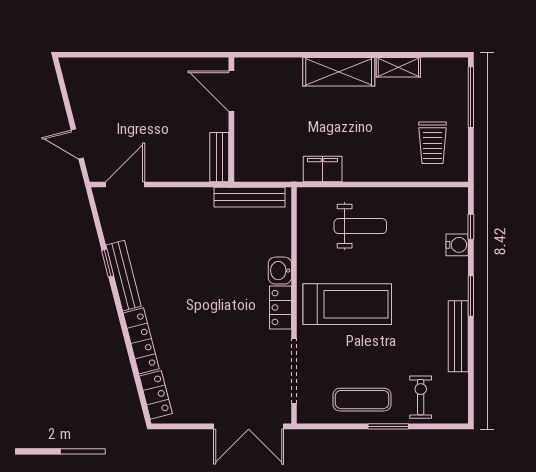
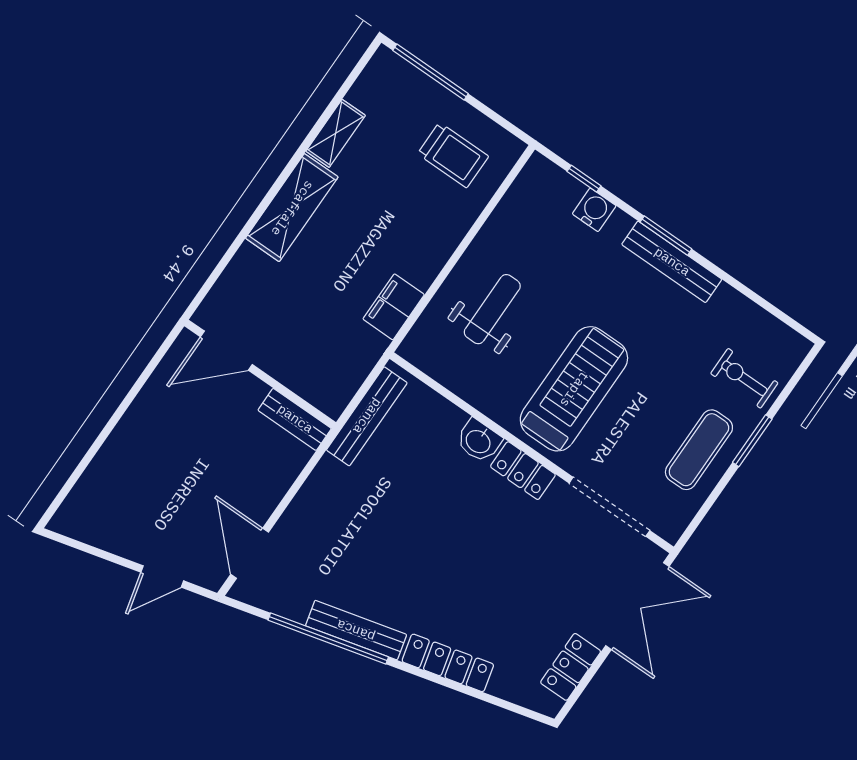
window: (108, 263) -> (328, 639), width x3.17
bench: (458, 336) -> (672, 262), moved
locker: (156, 395) -> (571, 667), moved, turned -76

